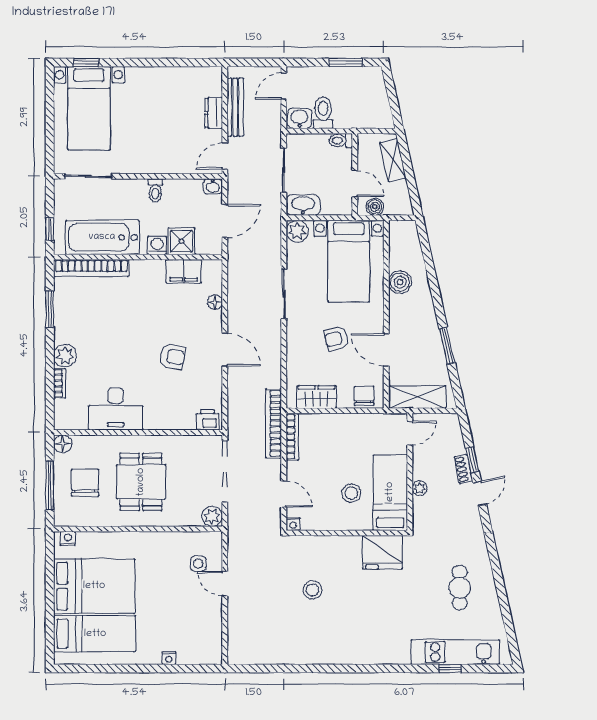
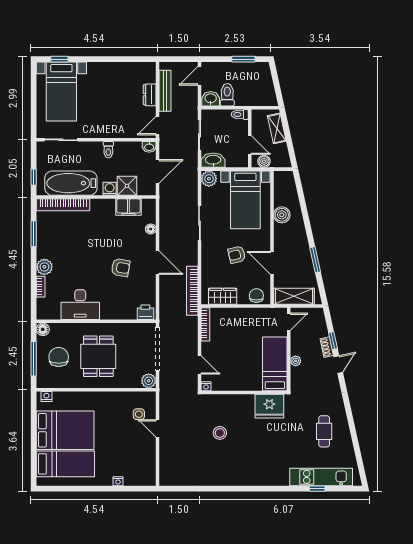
bookcase: (274, 423) -> (192, 291), moved
stool: (351, 493) -> (247, 364), removed

